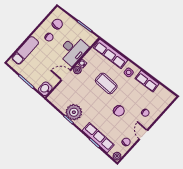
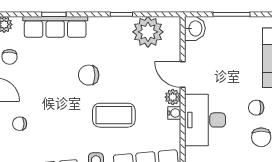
door: (66, 75) -> (183, 74), swing flipped
chair: (119, 111) -> (89, 75), moved
plant: (74, 112) -> (148, 32), moved

